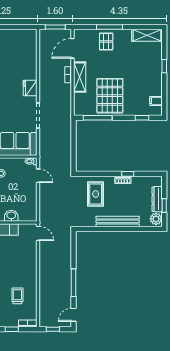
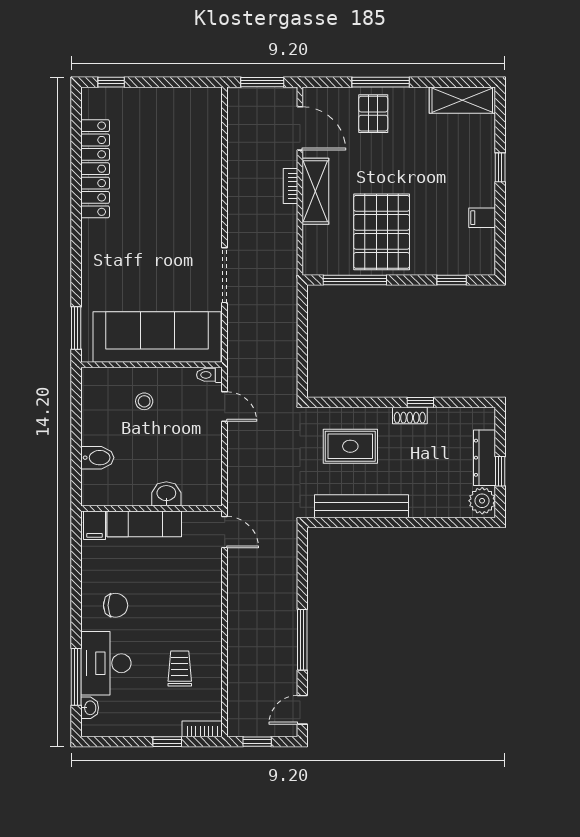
door: (72, 48) -> (300, 128), swing flipped
fridge: (30, 88) -> (207, 215), removed
filing cabinet: (156, 101) -> (482, 218), moved
rug: (96, 194) -> (350, 446), turned 90
bench: (118, 221) -> (362, 506), moved

